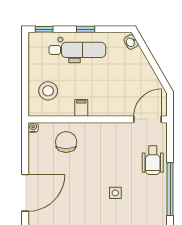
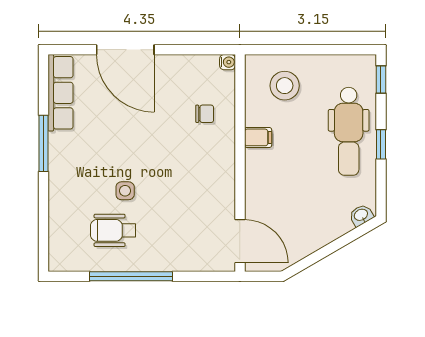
chair: (66, 142) -> (205, 114), width x0.54, depth x0.54
wheelchair: (153, 160) -> (113, 230), moved

